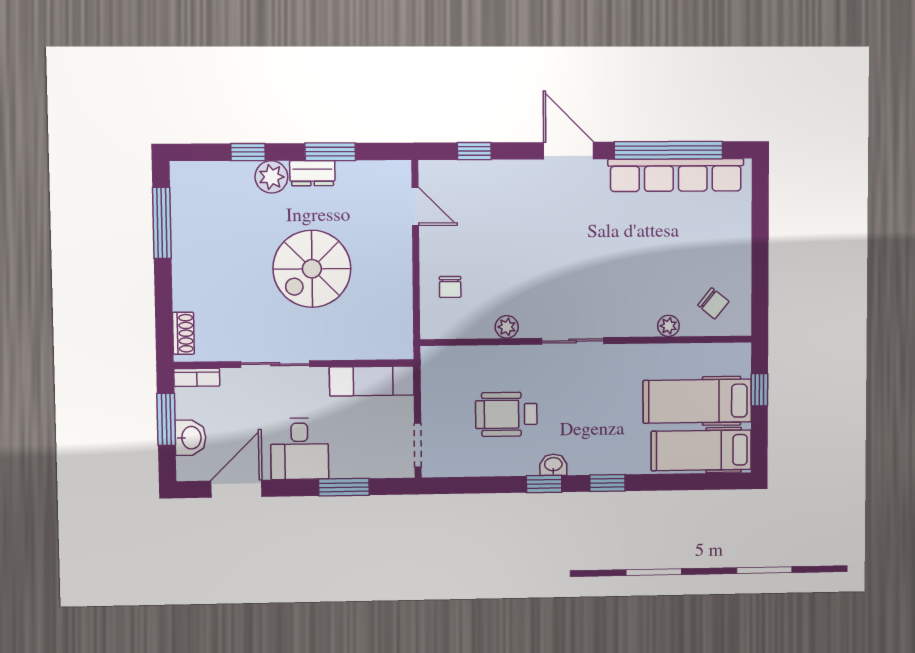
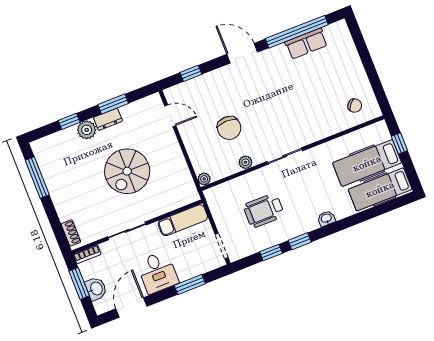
row of seats: (676, 175) -> (306, 44), width x0.50
chair: (450, 287) -> (229, 128), moved, width x1.87, depth x1.87
plant: (668, 326) -> (204, 179), moved
washbasin: (553, 465) -> (326, 218), moved
window: (607, 483) -> (271, 253), moved

